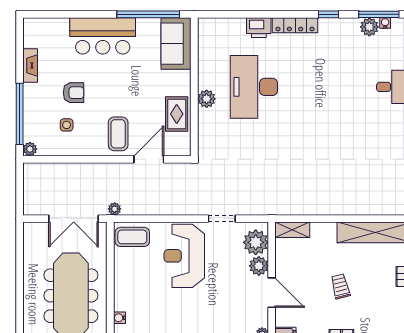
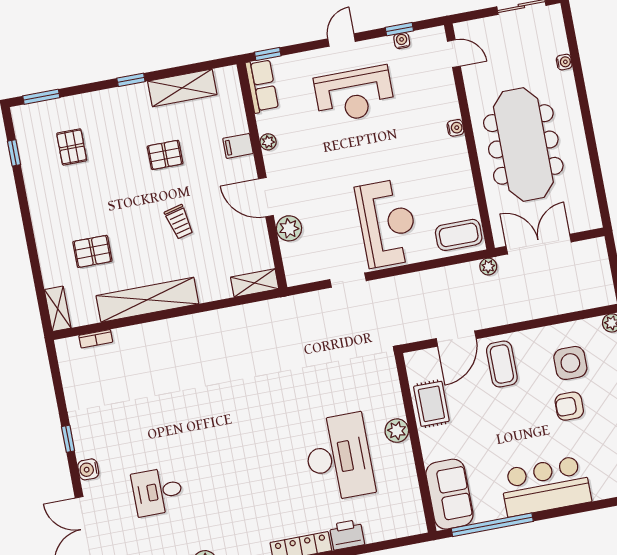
side table: (67, 125) -> (570, 363), width x1.87, depth x1.87
plant: (256, 242) -> (299, 258), removed

